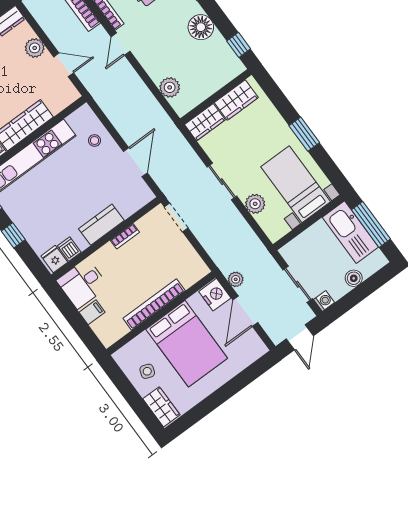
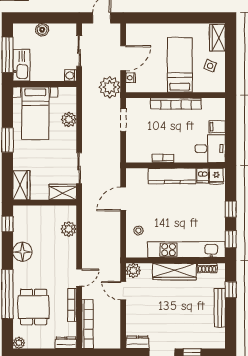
plant: (35, 48) -> (133, 271), moved
wardrobe: (236, 100) -> (21, 185), moved, turned 90
sliding door: (222, 182) -> (79, 168), moved
doorway: (176, 218) -> (123, 120), moved
kitchen counter: (101, 225) -> (172, 176), width x1.50
kitchen sink: (350, 232) -> (21, 65), width x0.73, depth x0.81
plant: (236, 279) -> (110, 87), width x1.87, depth x1.87
nightstand: (215, 295) -> (131, 78), width x0.53, depth x0.56
washing machine: (324, 301) -> (71, 75), moved
bed: (187, 344) -> (180, 65), width x0.67

